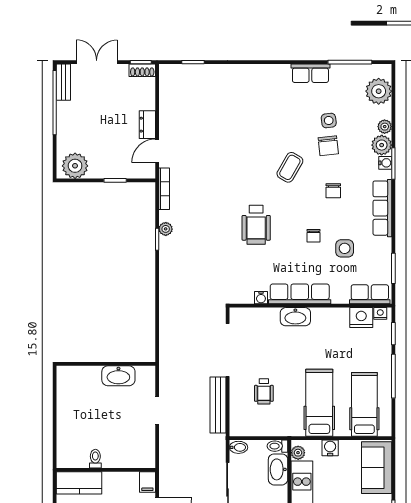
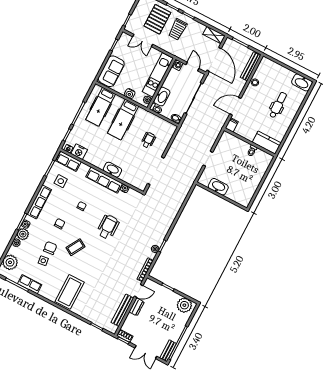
row of seats: (310, 73) -> (30, 284), moved
coffee table: (263, 94) -> (70, 292), added
side table: (345, 248) -> (61, 181), moved
bench: (218, 405) -> (122, 310), moved

